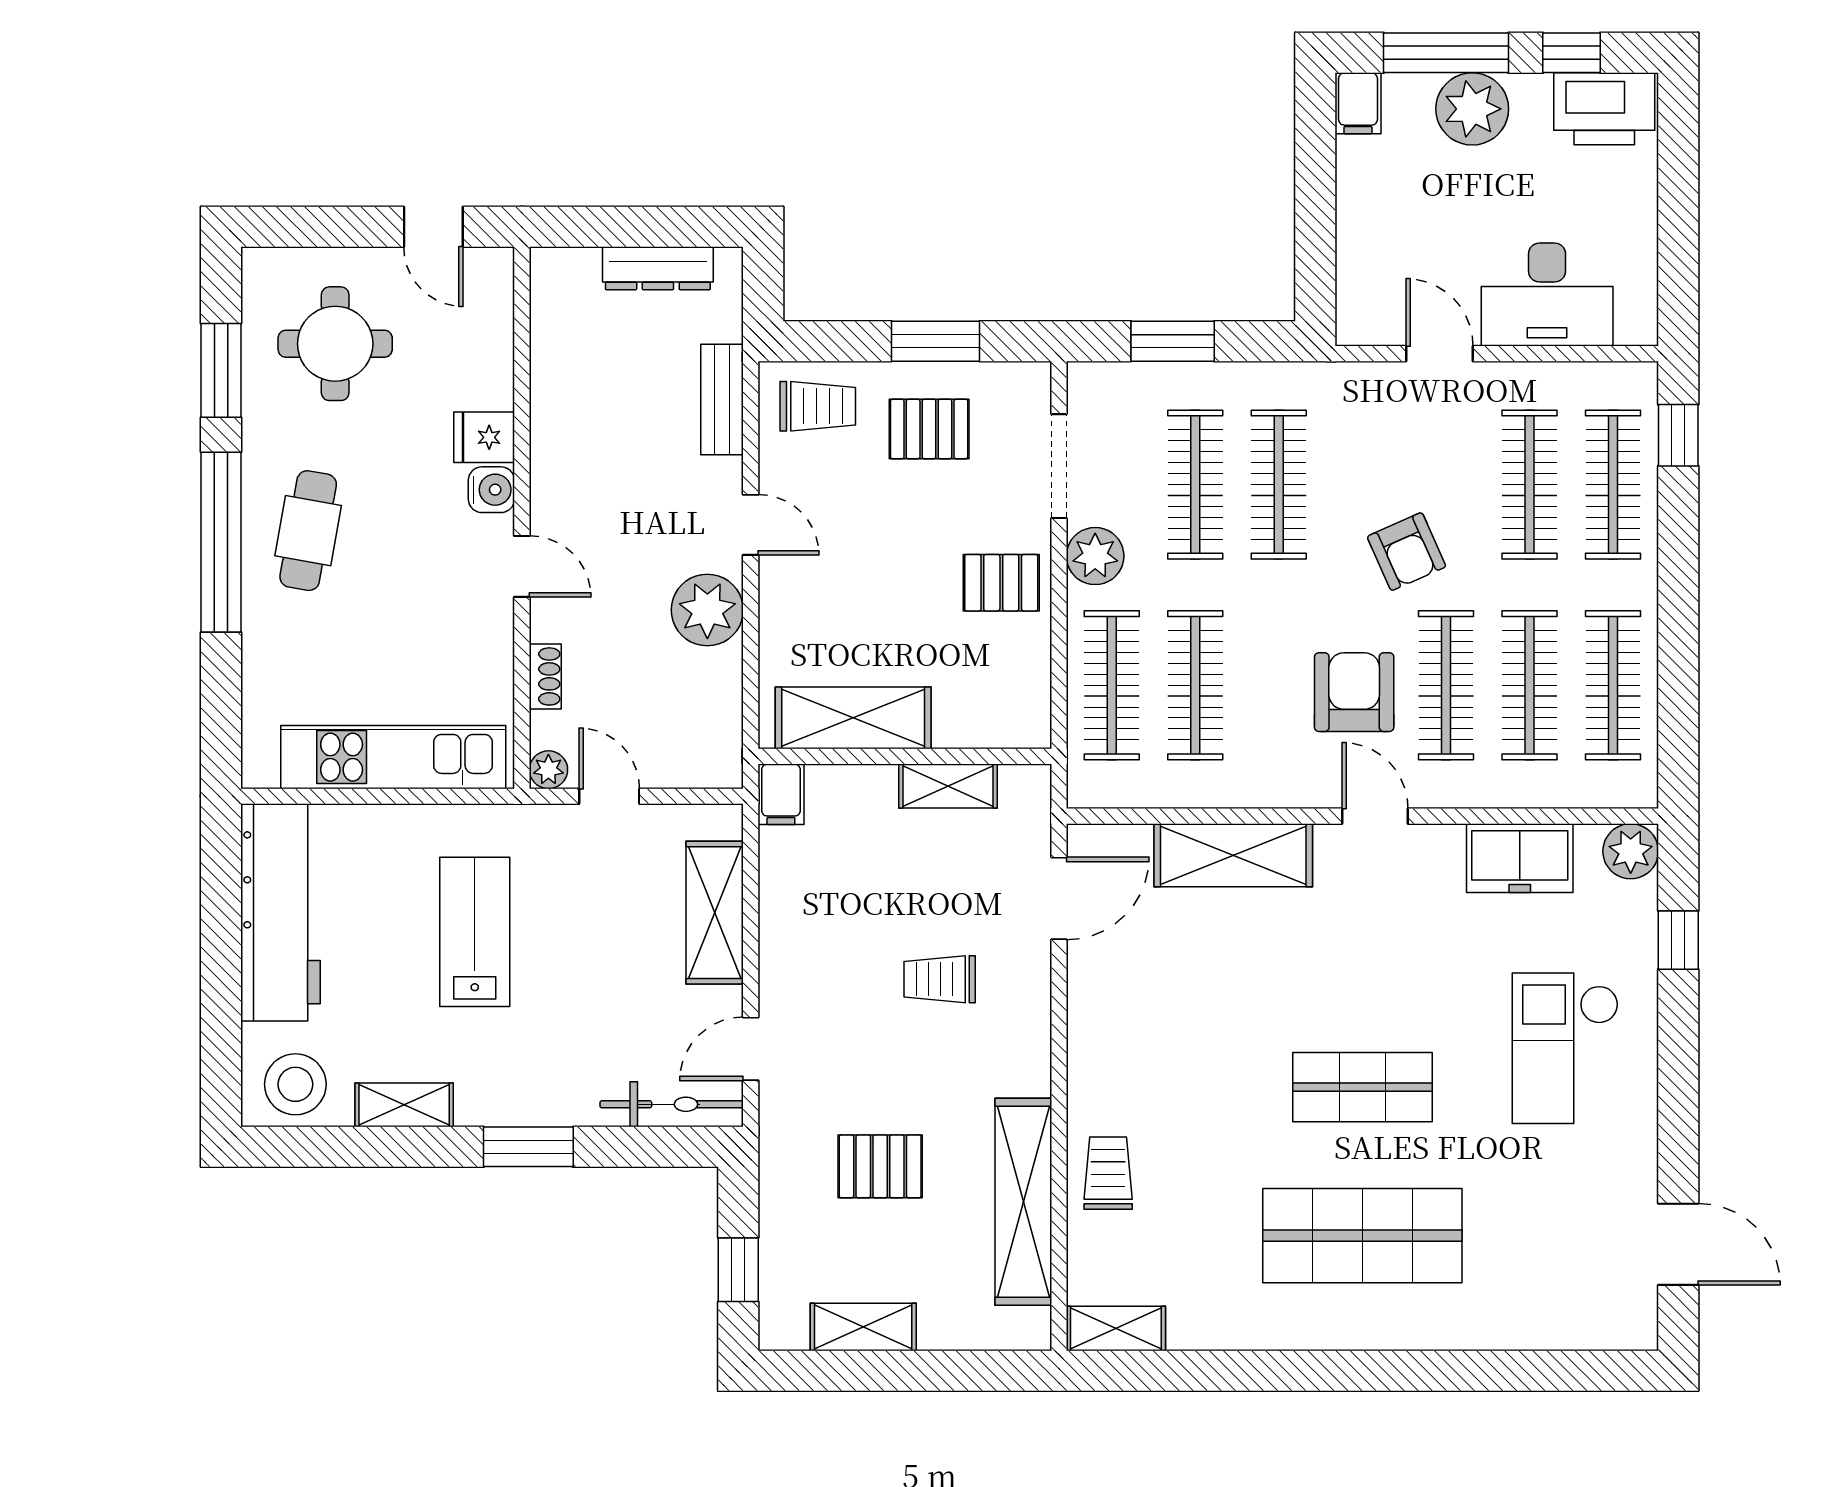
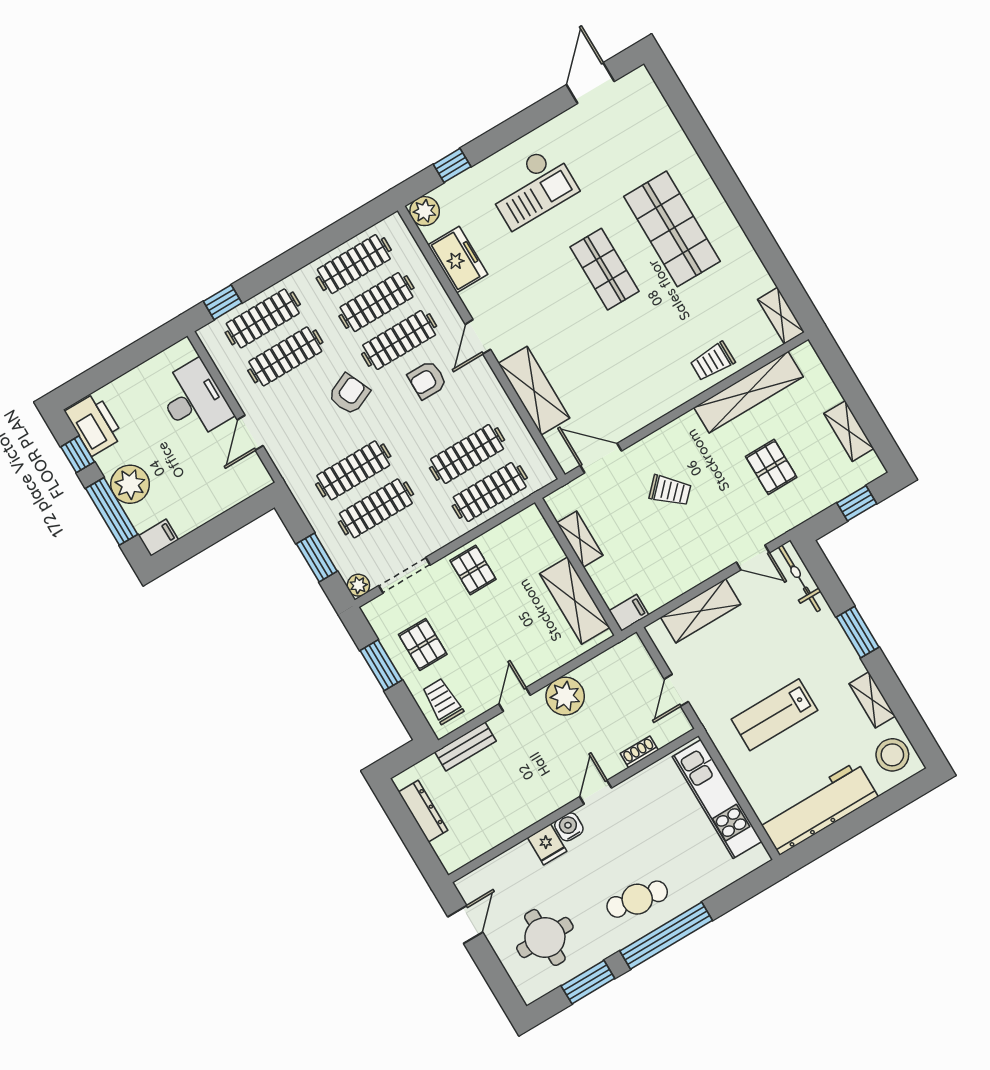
plant: (1095, 556) -> (358, 585), moved, width x0.73, depth x0.73
armchair: (1354, 692) -> (427, 380), width x0.72, depth x0.72
plant: (548, 770) -> (681, 725), removed
trolley: (940, 979) -> (670, 491), turned -46

